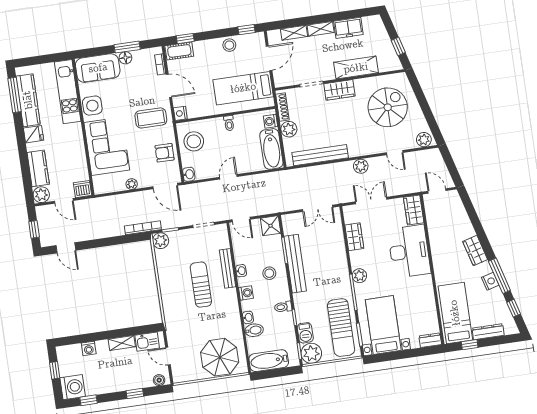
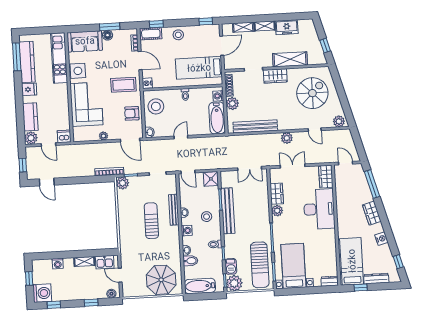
stool: (229, 45) -> (178, 35), moved
plant: (359, 276) -> (277, 211), moved
window: (499, 276) -> (372, 184), moved

